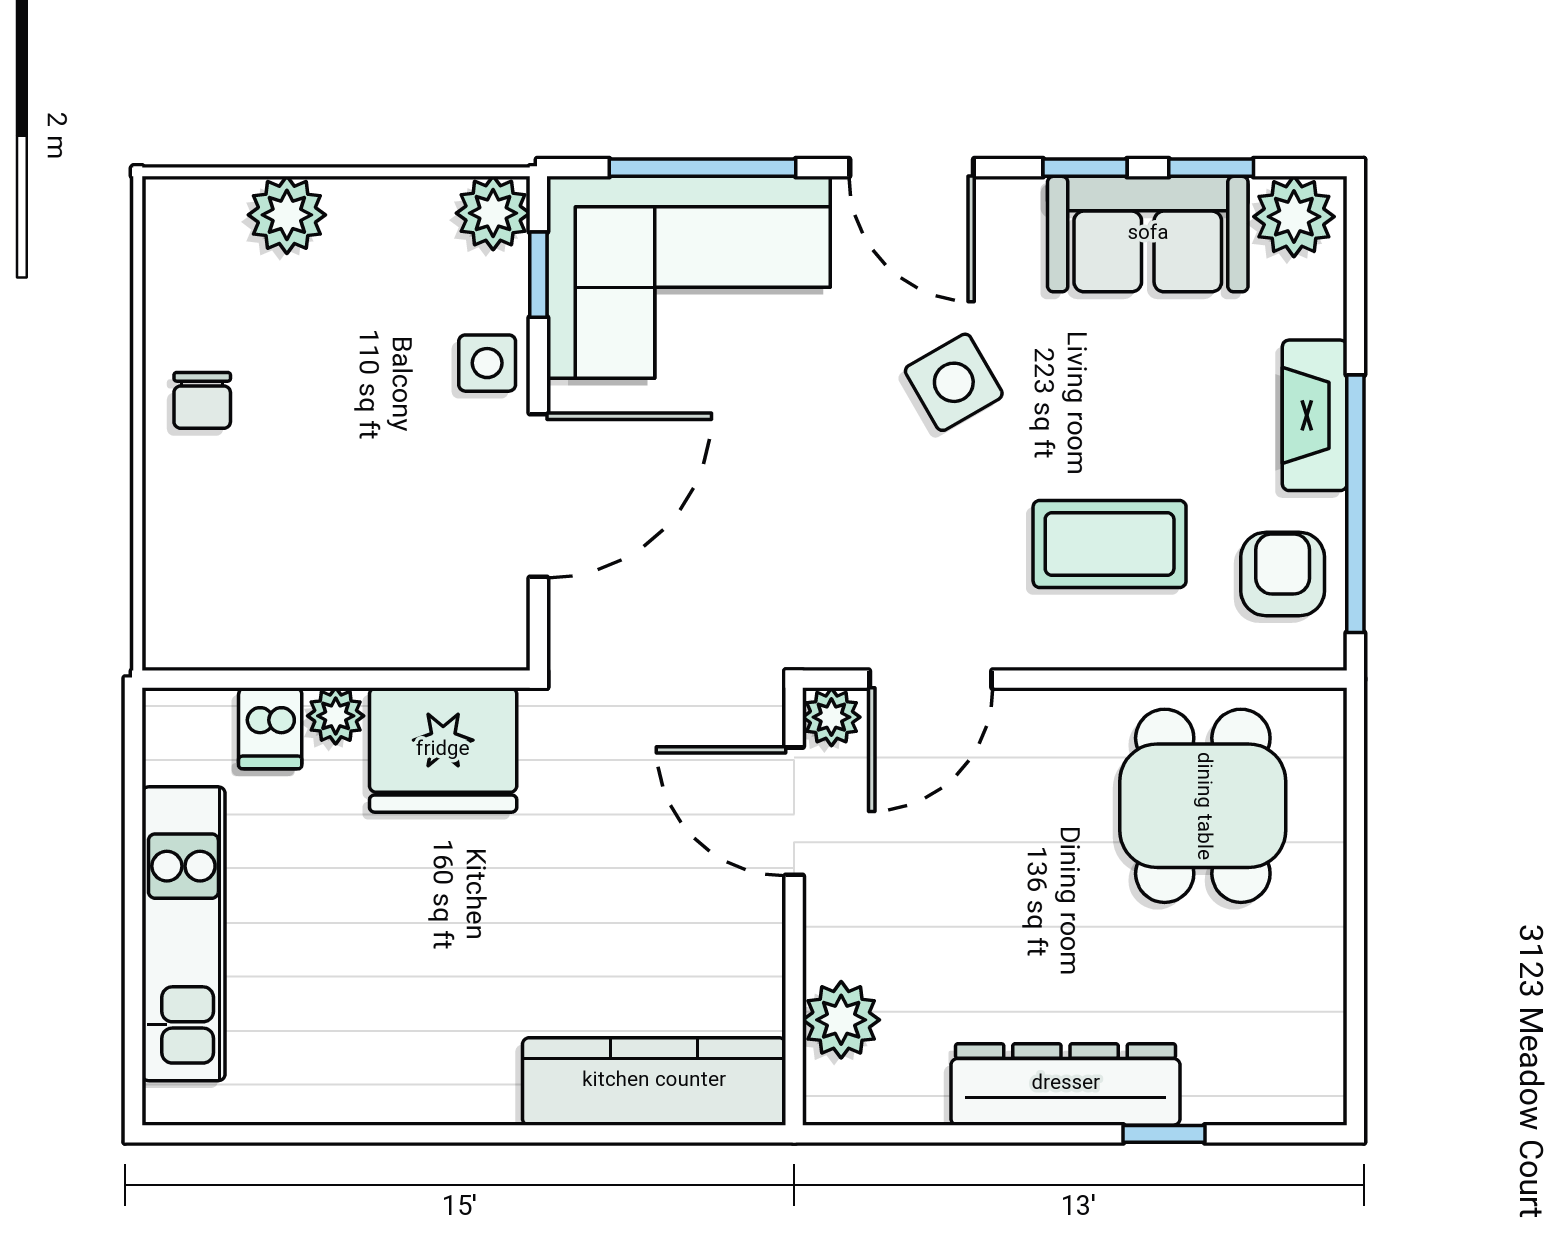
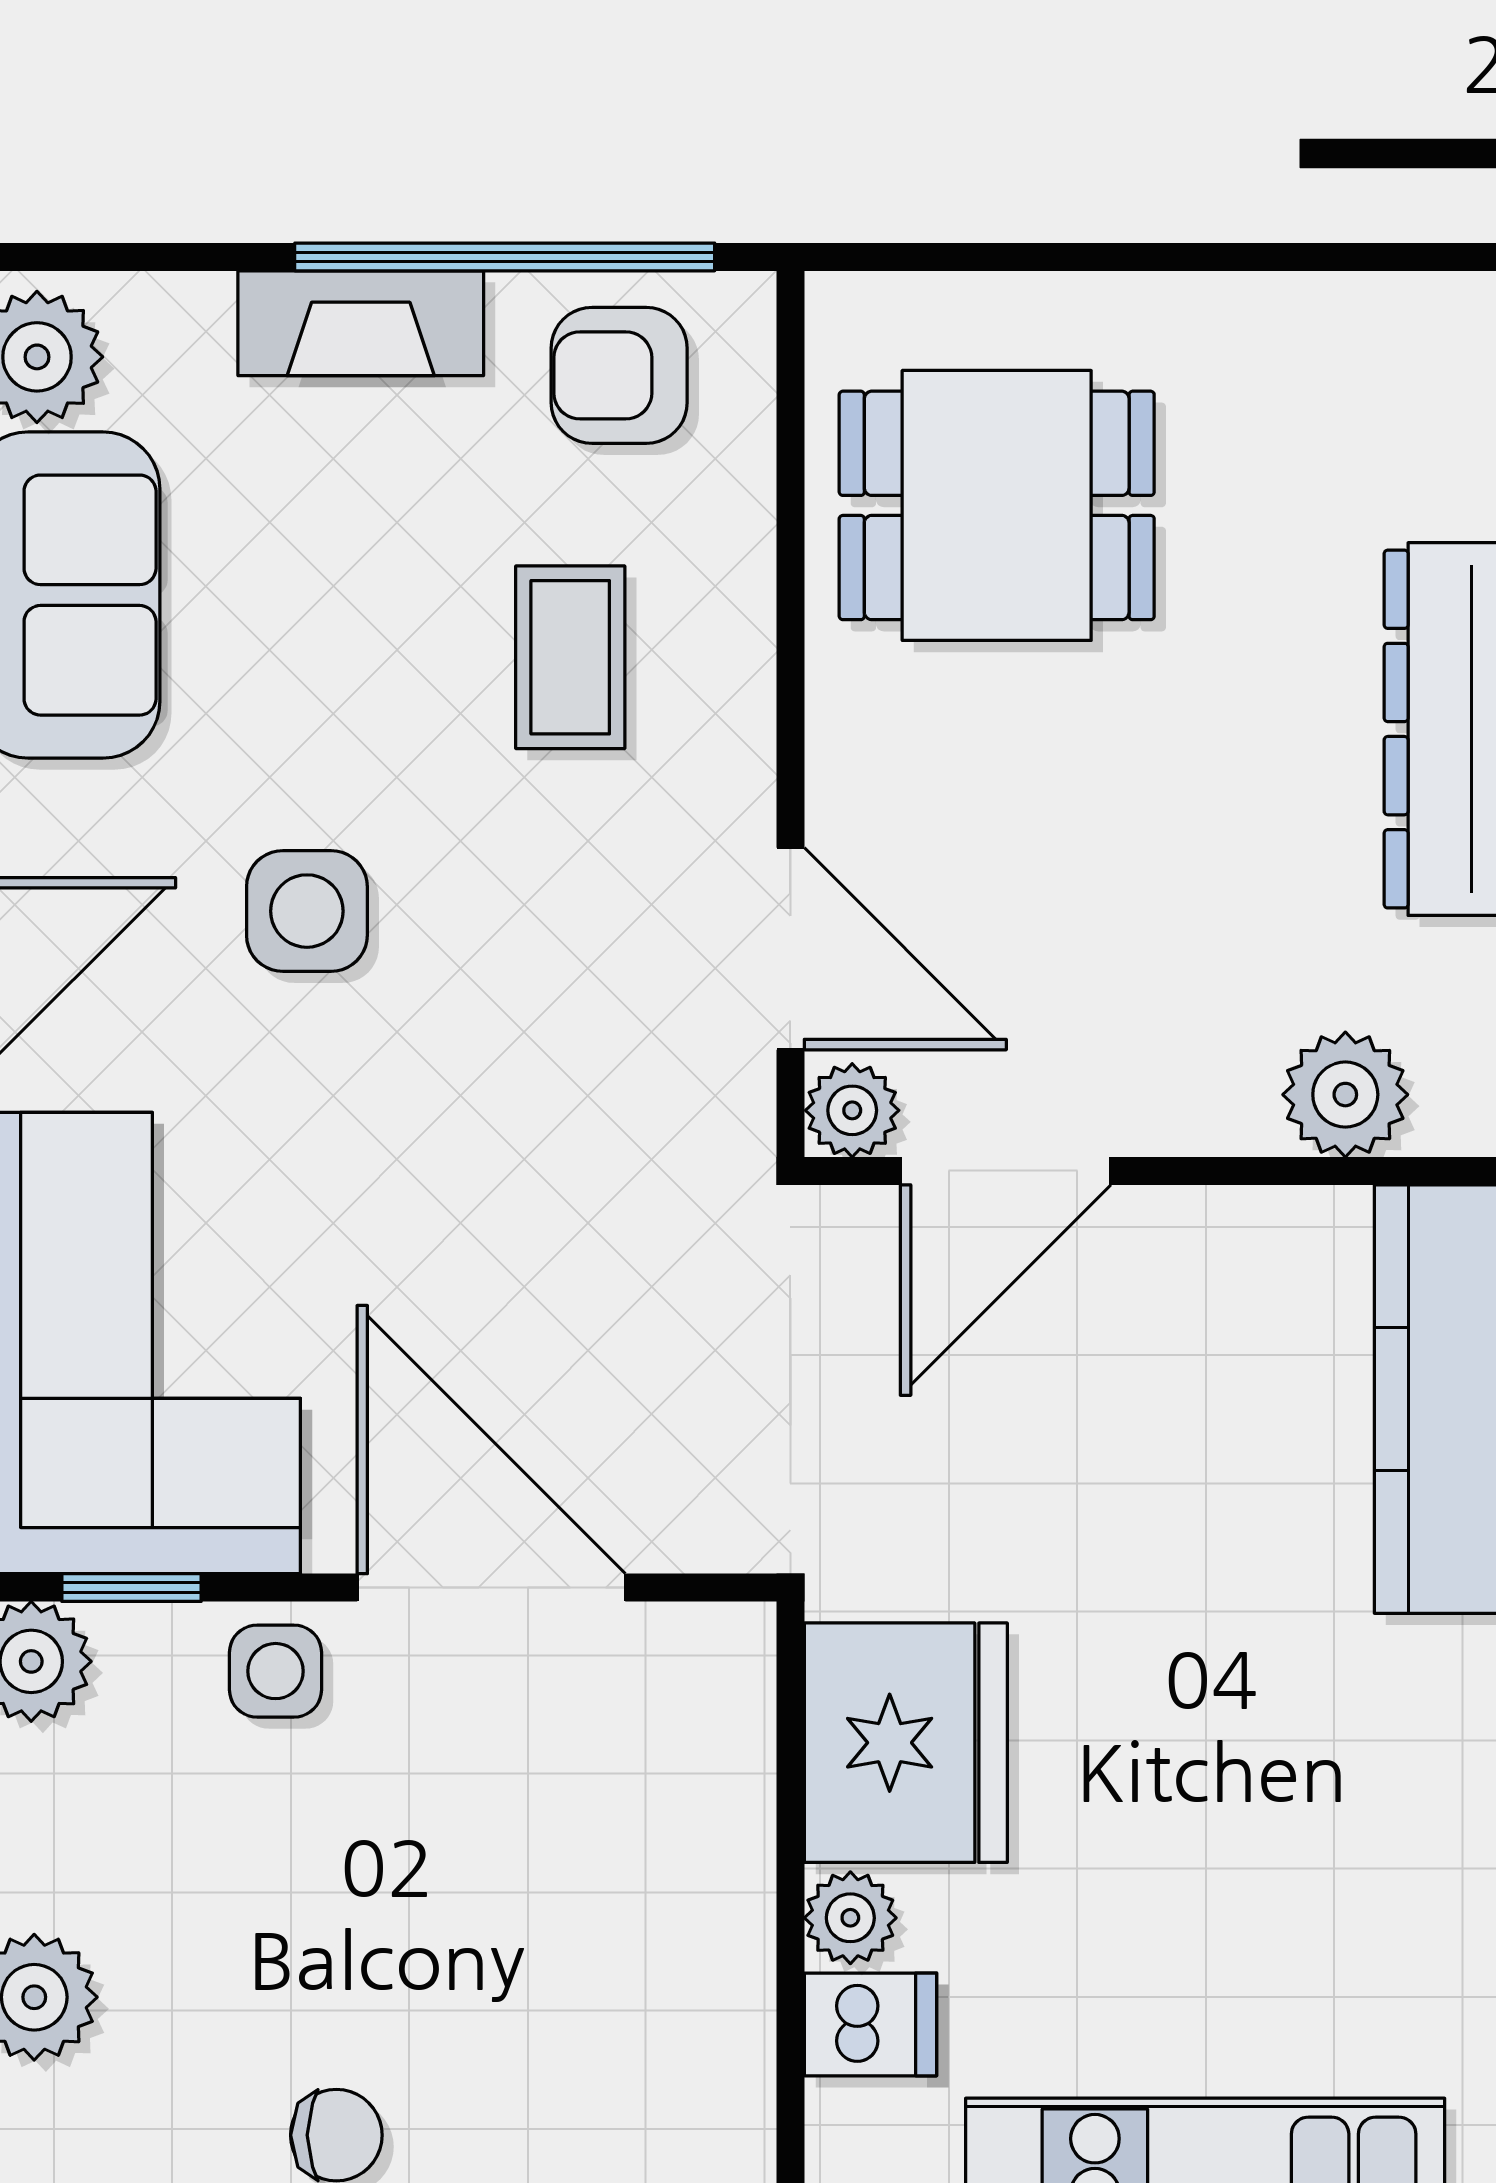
side table: (954, 382) -> (307, 911), turned 30
coffee table: (1110, 544) -> (570, 657), width x0.73, depth x0.77

